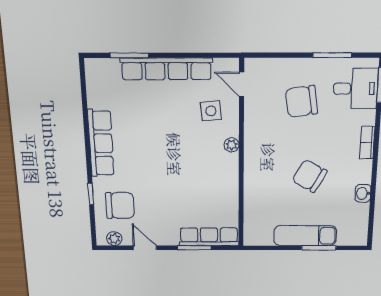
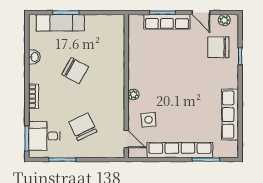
chair: (302, 101) -> (83, 127), turned -108
row of seats: (101, 143) -> (230, 115), moved
exam couch: (305, 236) -> (60, 23), moved
row of seats: (209, 237) -> (167, 22), moved

